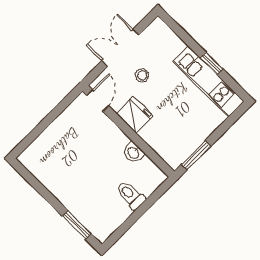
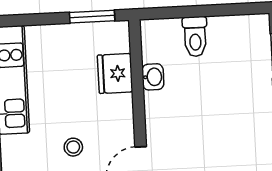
fridge: (135, 115) -> (115, 73), moved

